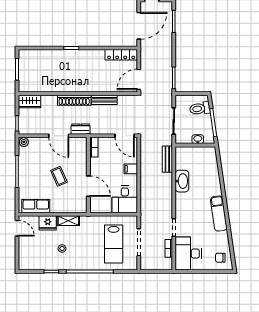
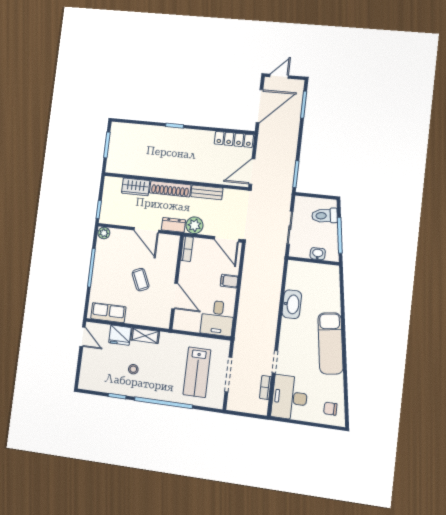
wardrobe: (29, 101) -> (136, 187), moved
plant: (98, 127) -> (194, 225), added
bench: (167, 159) -> (276, 274), removed
exam couch: (219, 214) -> (330, 343), width x1.36, depth x1.45

